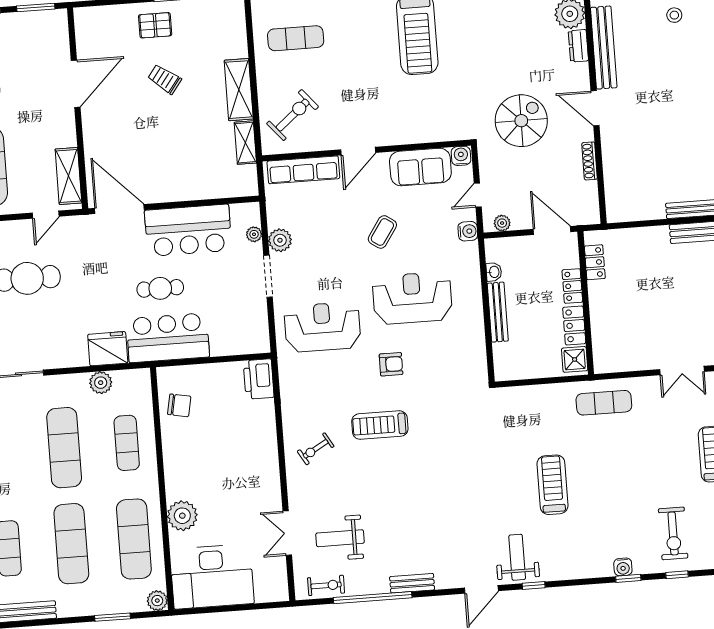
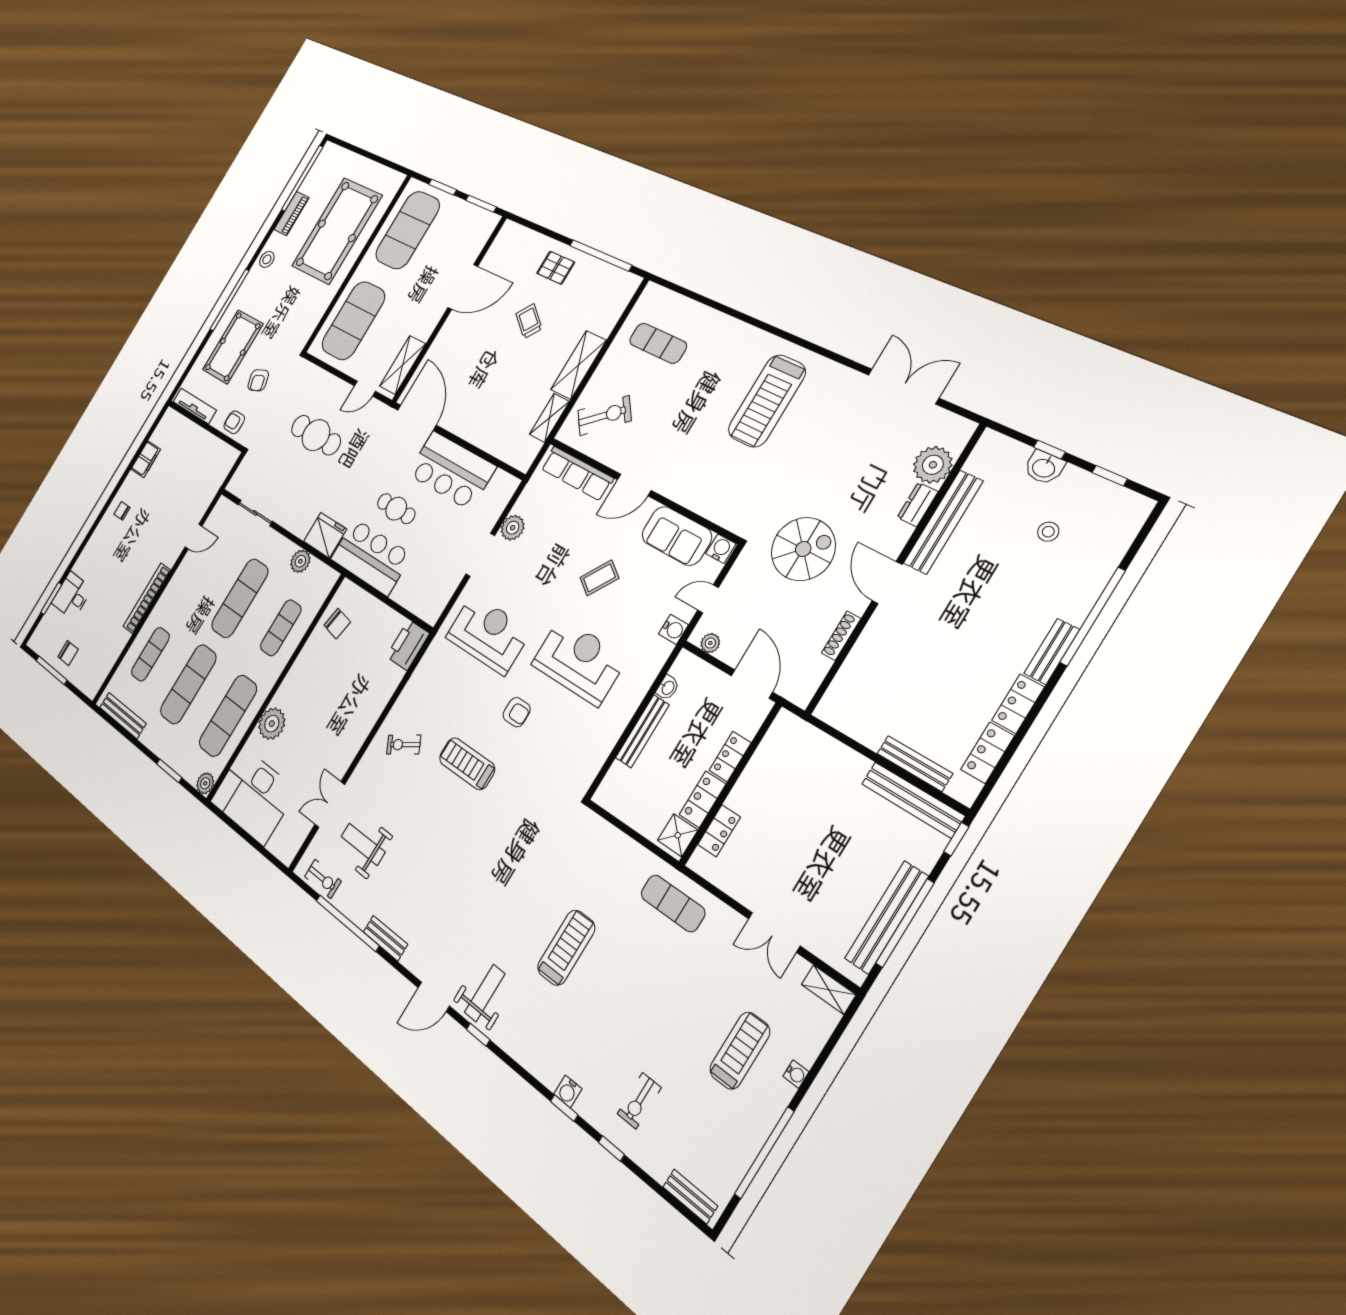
plant: (254, 234) -> (497, 508), removed
locker: (595, 262) -> (719, 831), moved
exercise bike: (673, 533) -> (639, 1101), width x0.73, depth x0.72

